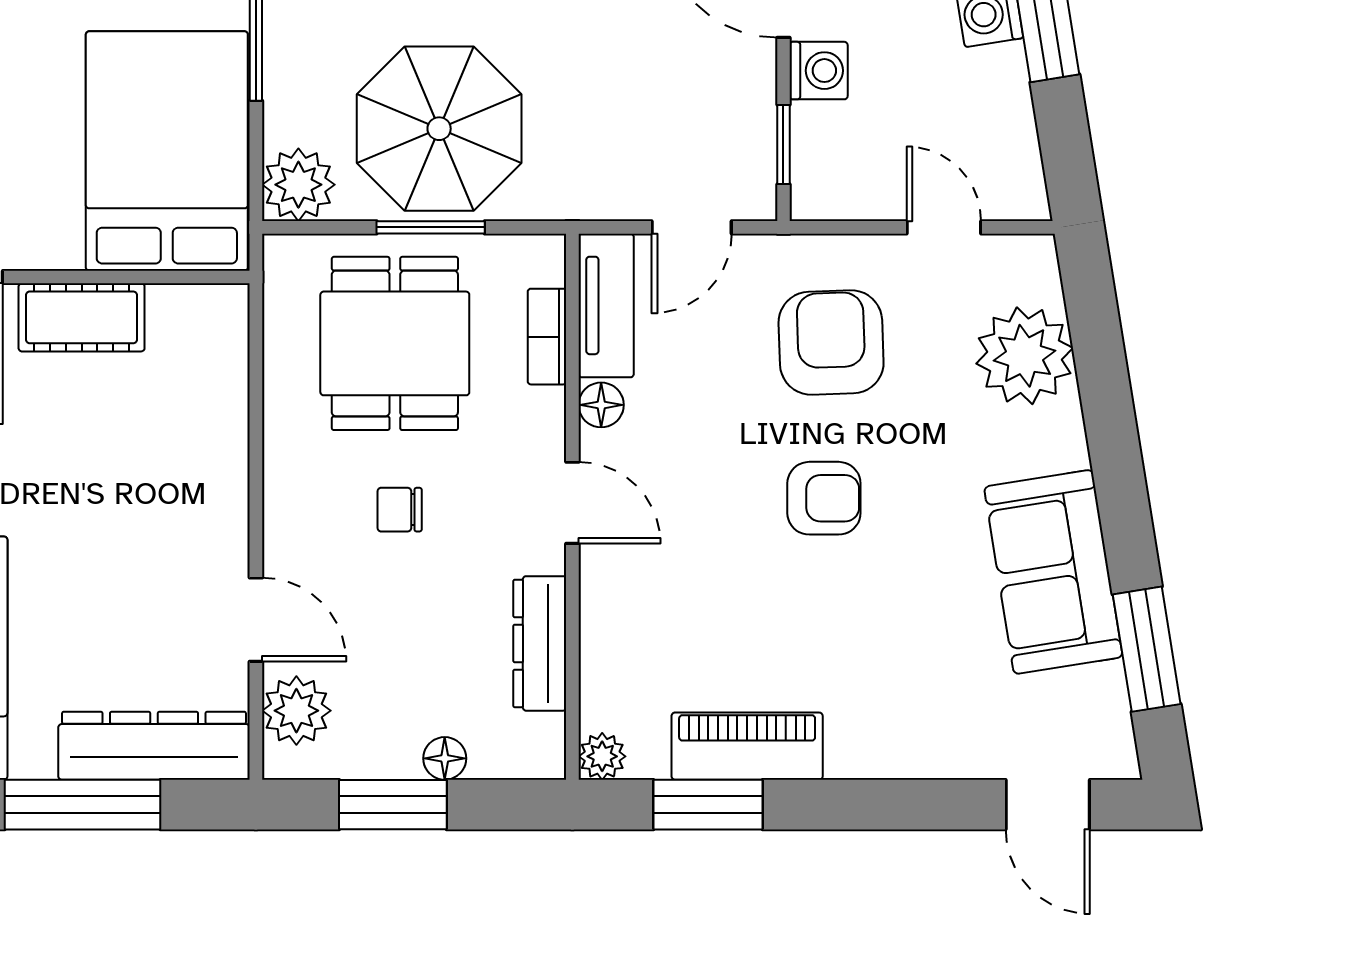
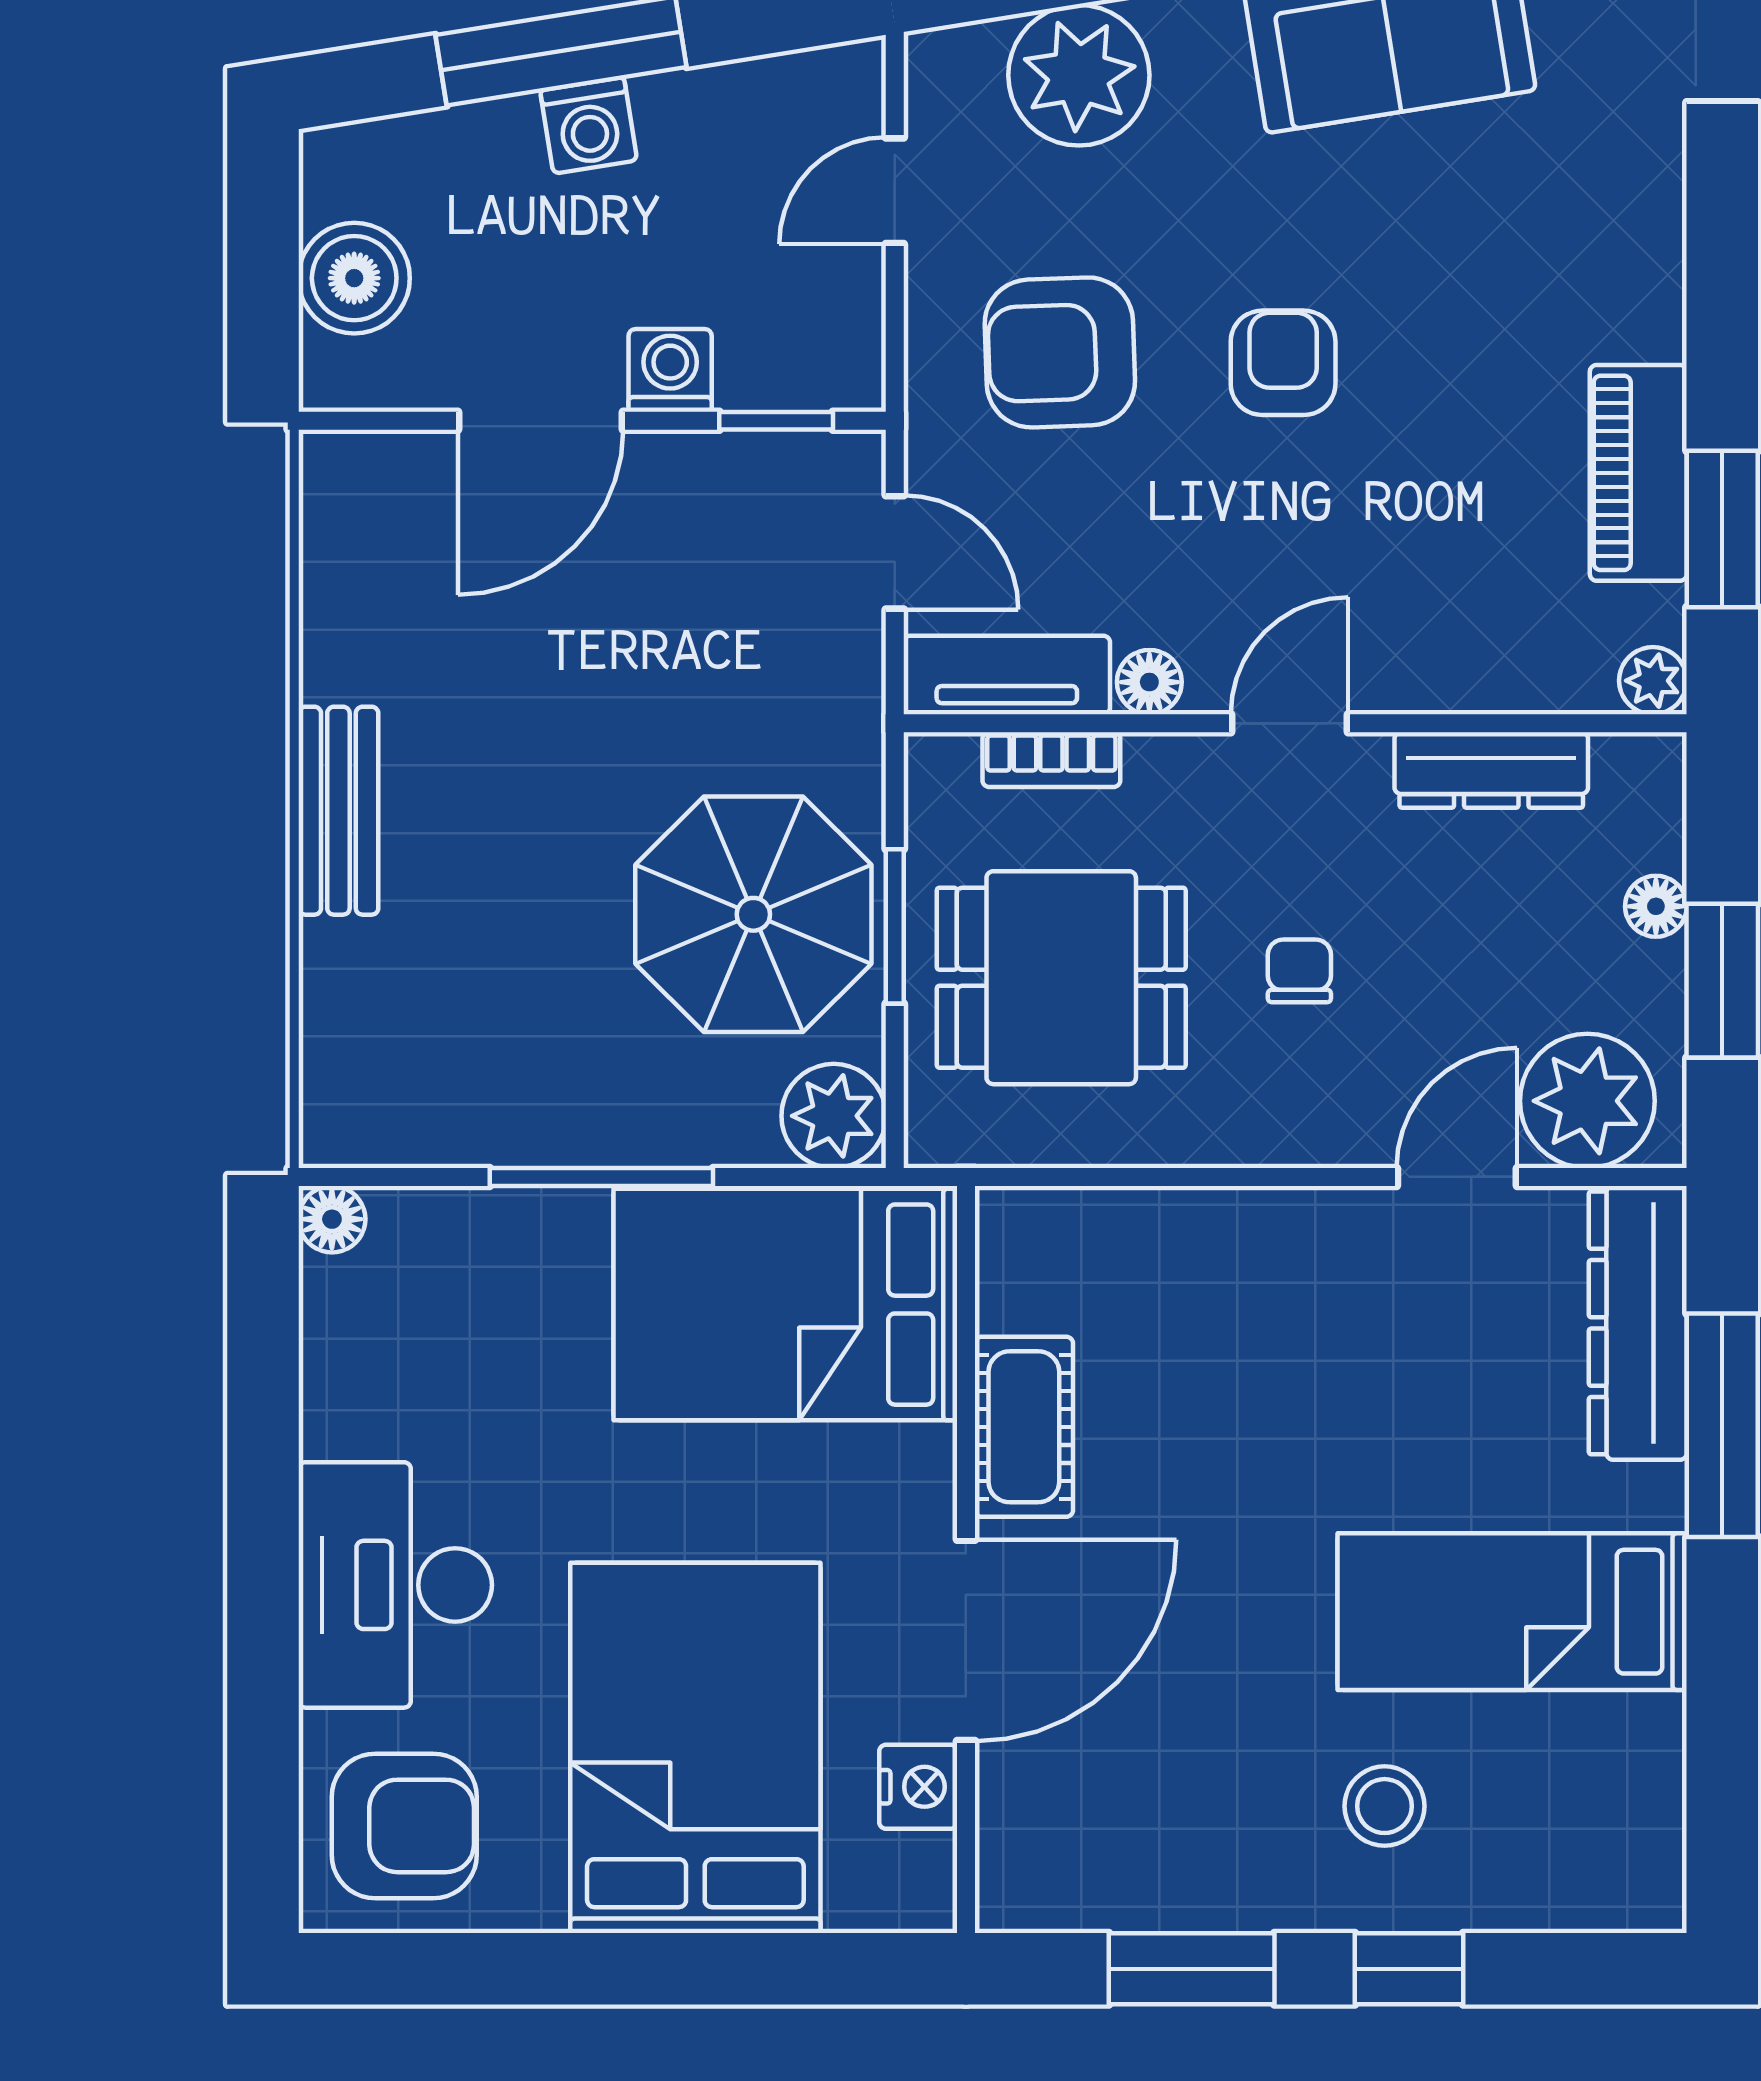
chair: (400, 510) -> (1299, 971), turned 180
plant: (296, 711) -> (1587, 1101), width x1.36, depth x1.36

